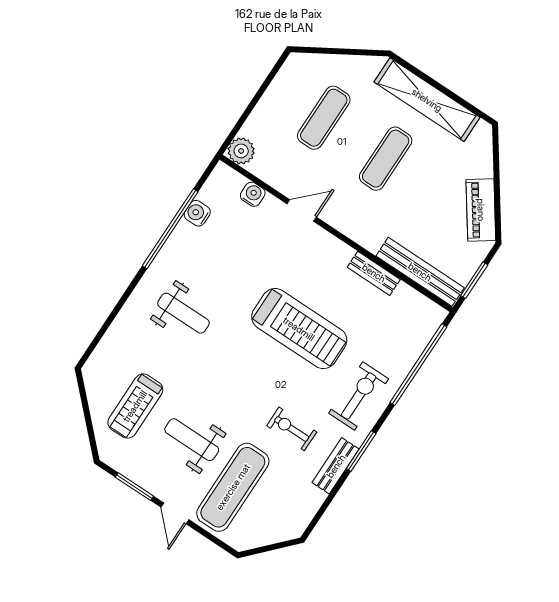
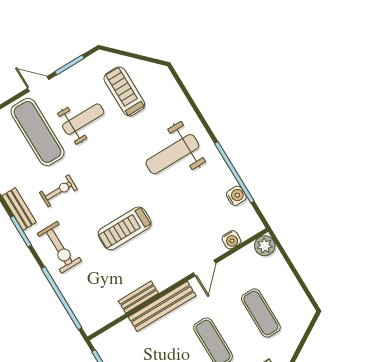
bench: (420, 272) -> (162, 306), moved
weight bench: (183, 313) -> (172, 154), width x1.36, depth x1.33
treadmill: (299, 329) -> (125, 228), width x0.73, depth x0.73

